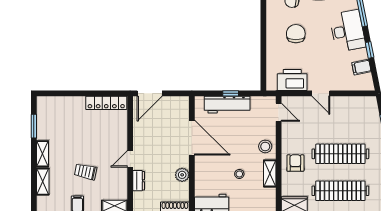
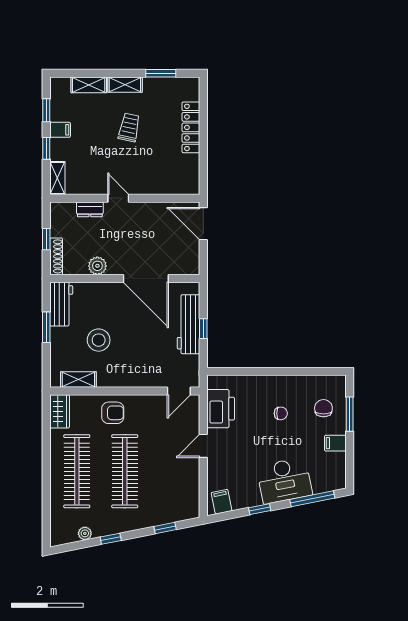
chair: (296, 34) -> (281, 413), width x0.54, depth x0.54
filing cabinet: (361, 67) -> (222, 502), moved
locker: (106, 103) -> (191, 127), moved
door: (192, 138) -> (146, 279), hinge flipped
stool: (265, 146) -> (134, 374), removed
trolley: (86, 172) -> (129, 127), moved
shelving: (270, 173) -> (78, 379), moved
stool: (239, 174) -> (99, 340), width x1.89, depth x1.89

